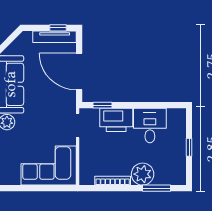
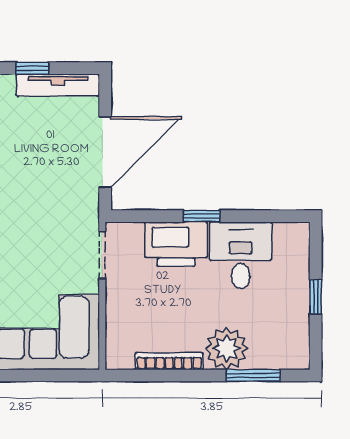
window: (58, 28) -> (32, 68), moved
door: (79, 72) -> (105, 152), swing flipped
window: (103, 105) -> (201, 216), moved

